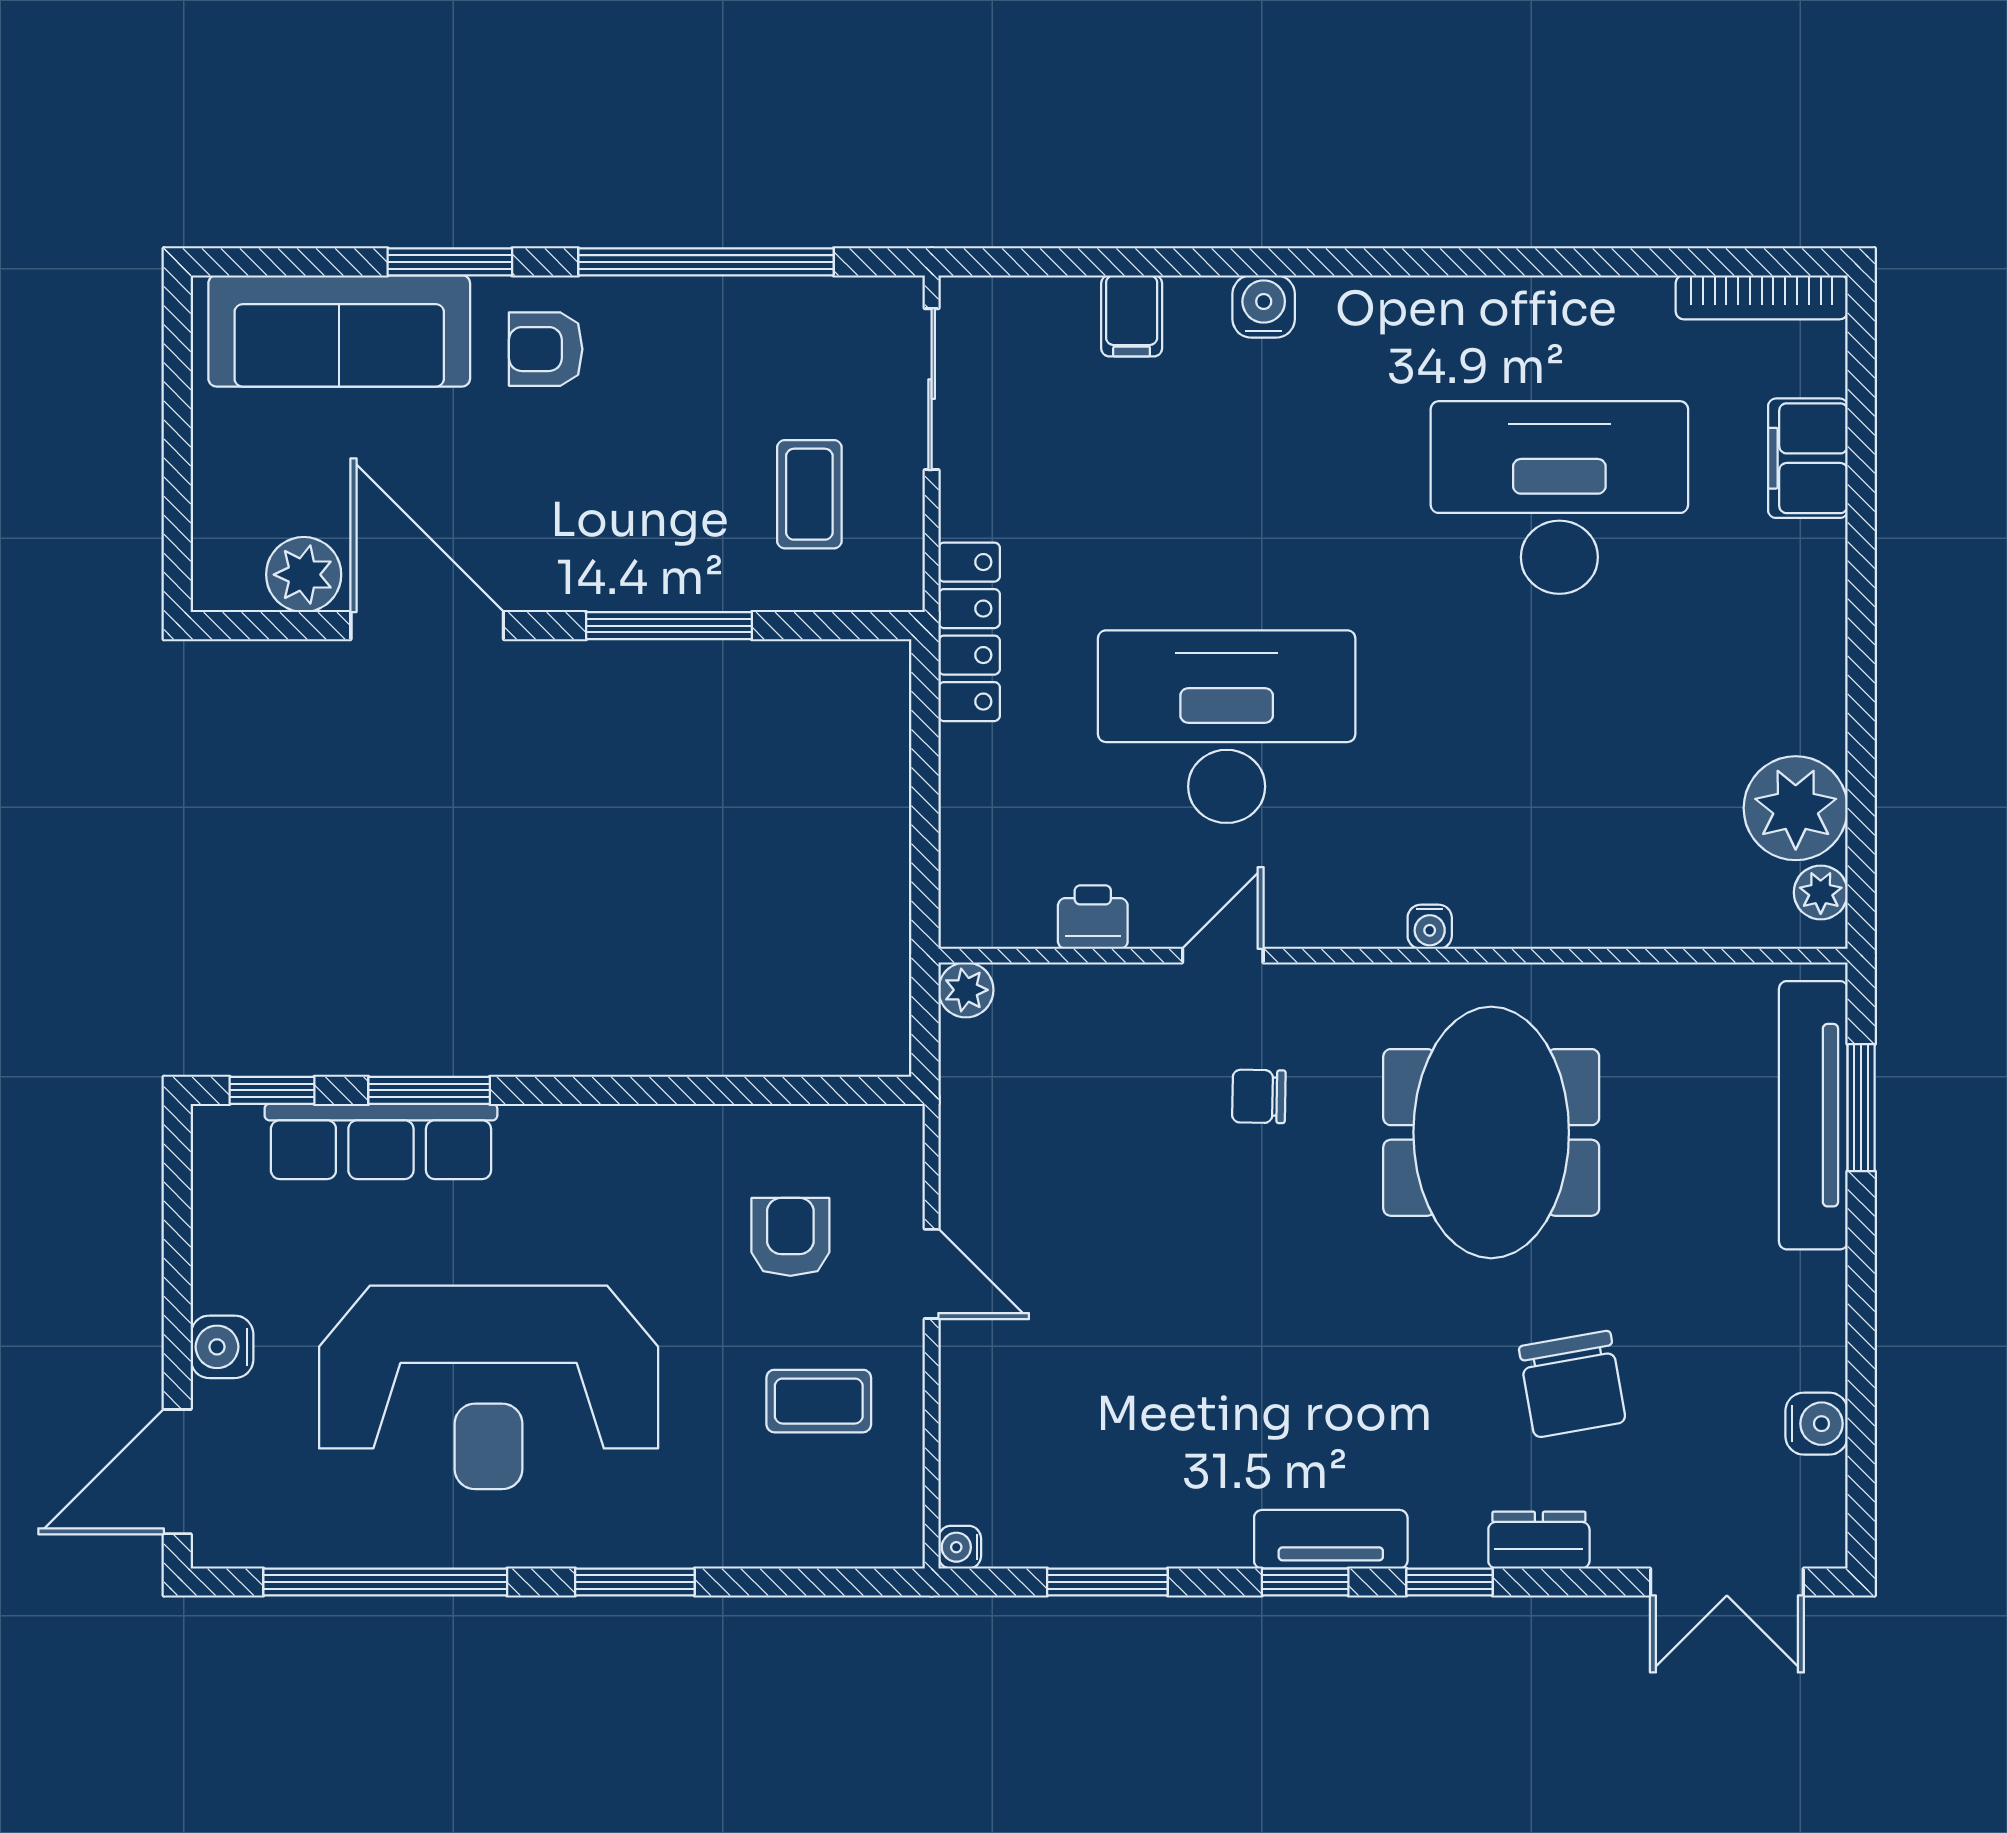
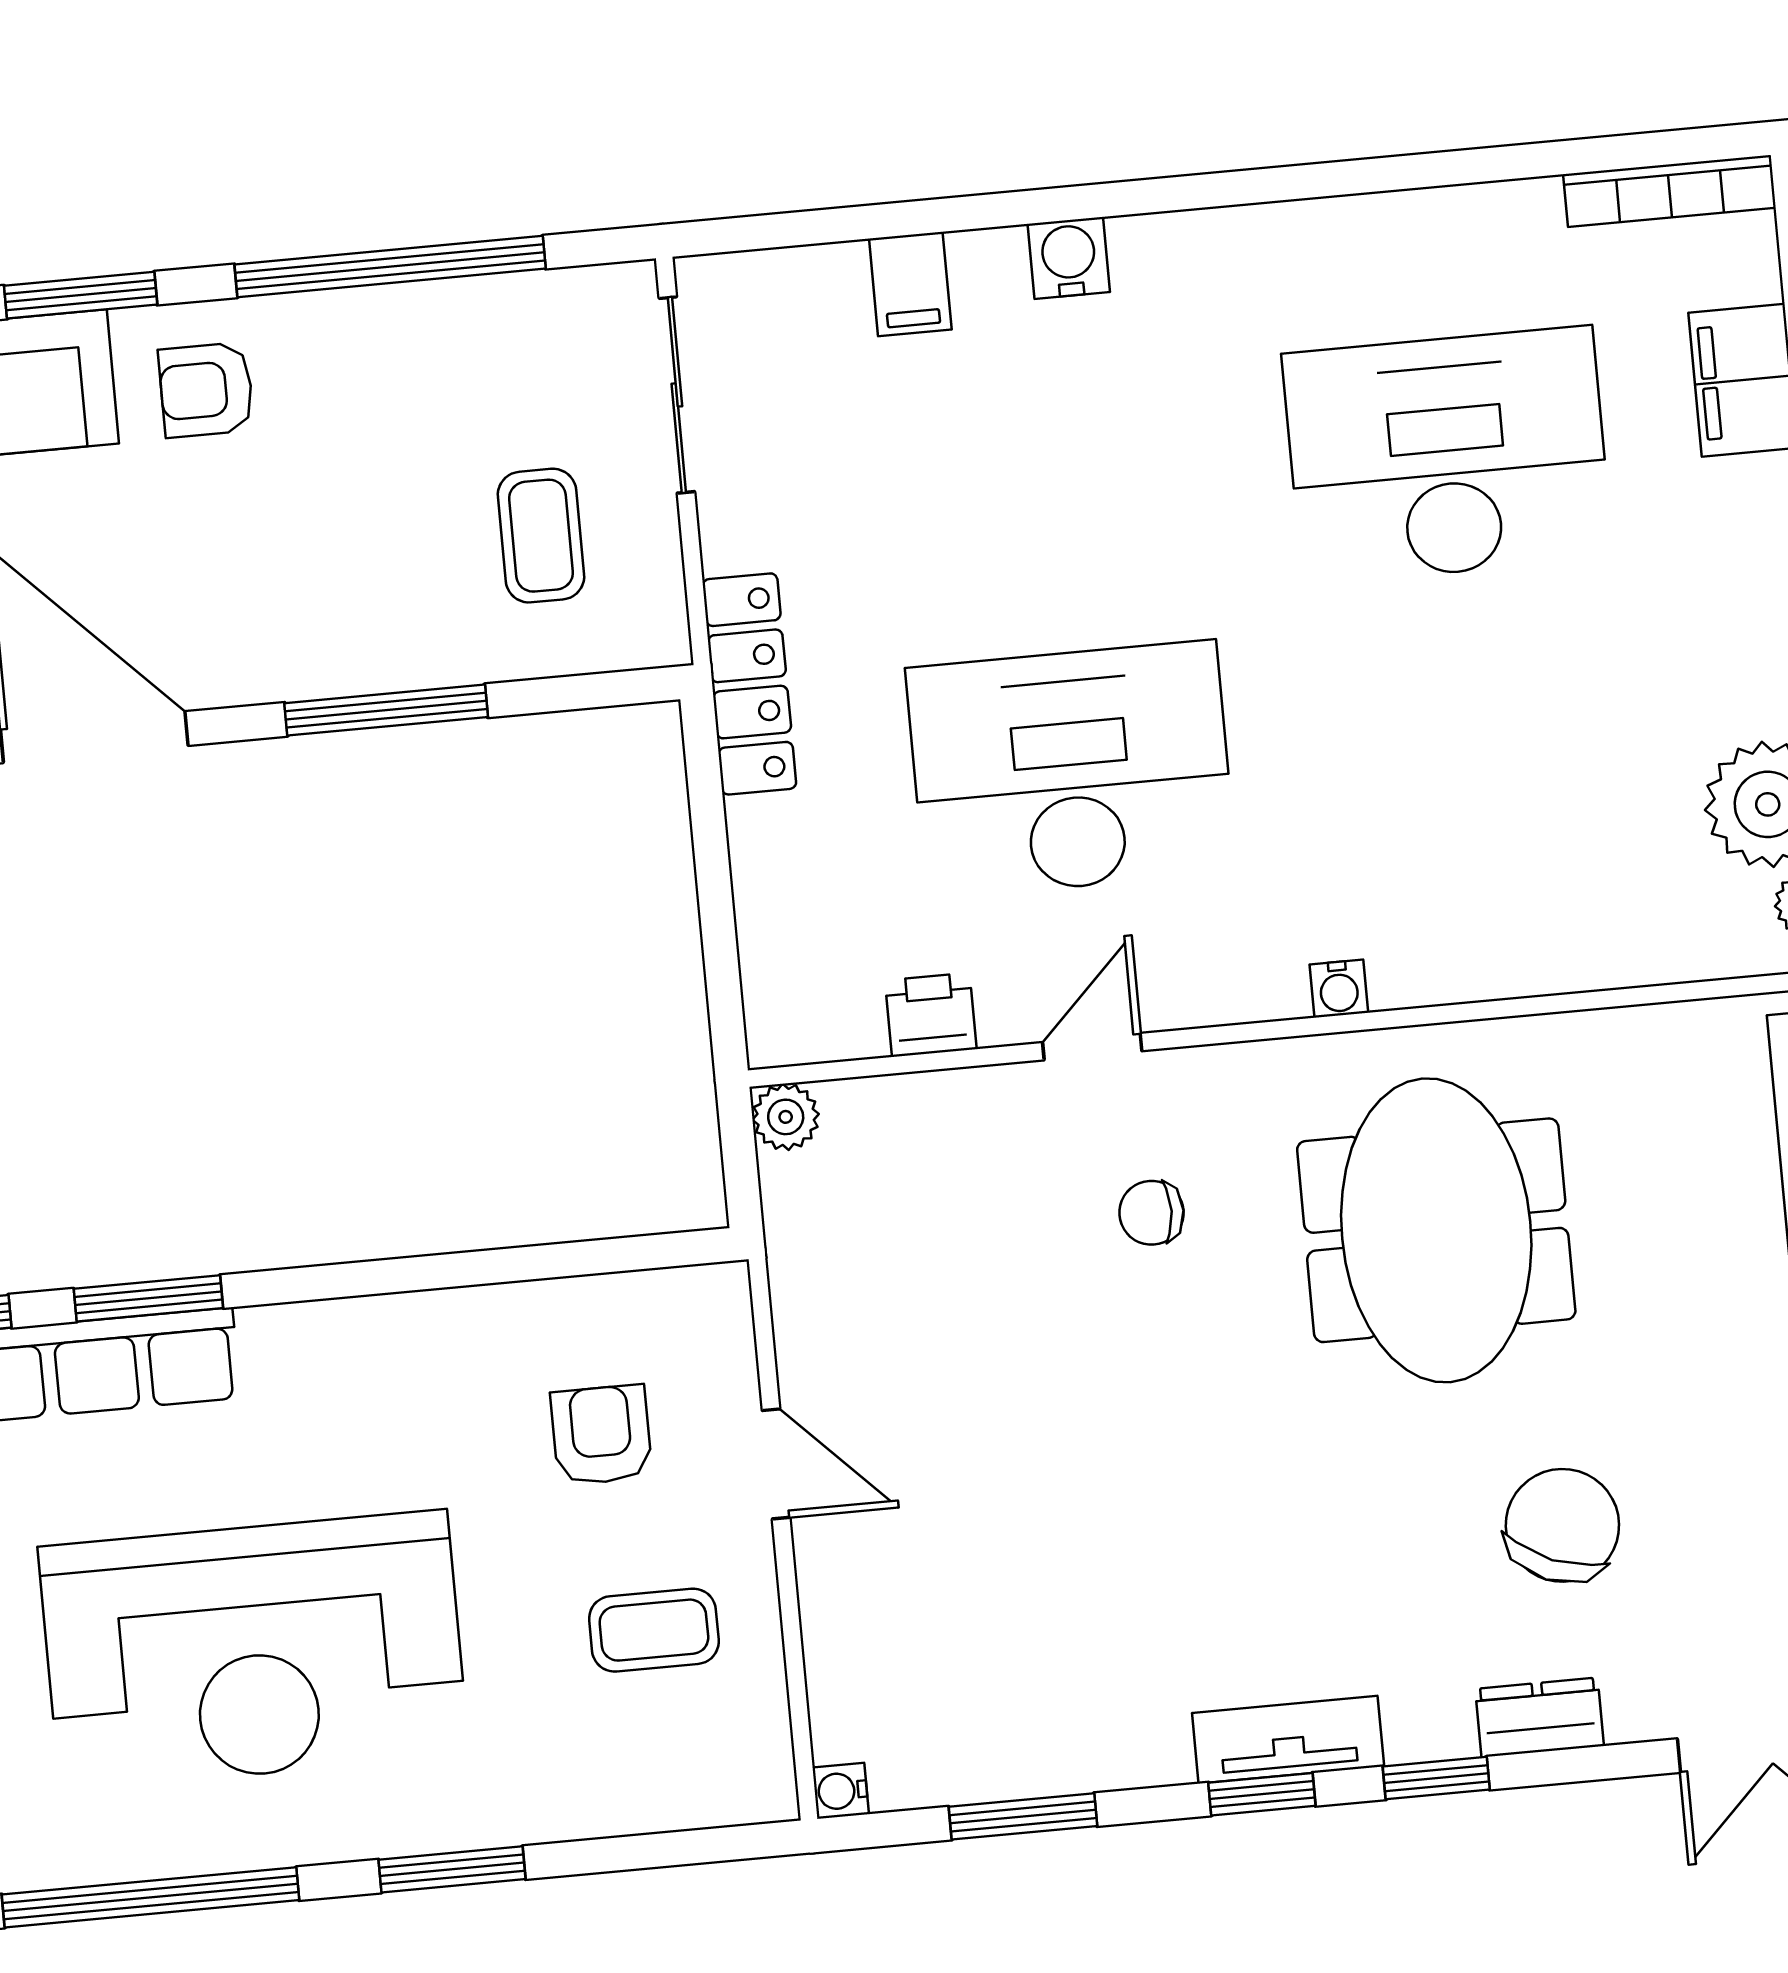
chair: (1572, 1384) -> (1562, 1525), turned -148

